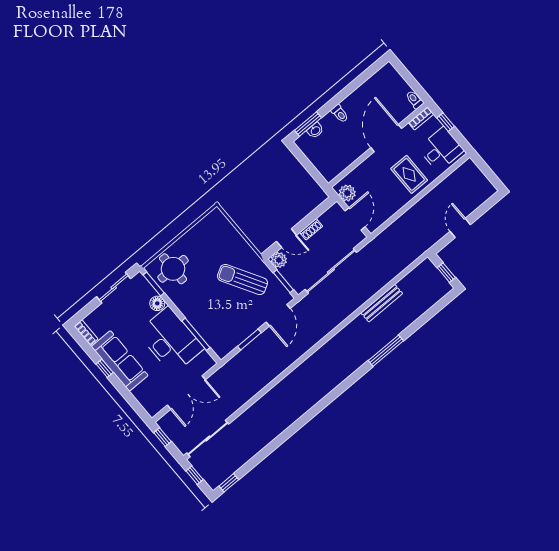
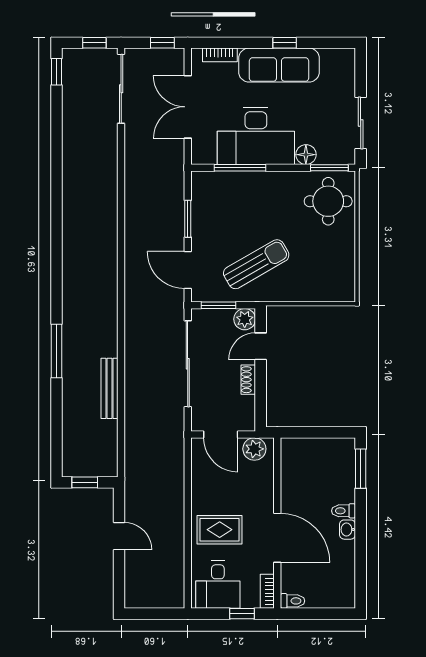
washbasin: (315, 130) -> (348, 530), moved
bookcase: (86, 332) -> (220, 55), moved

